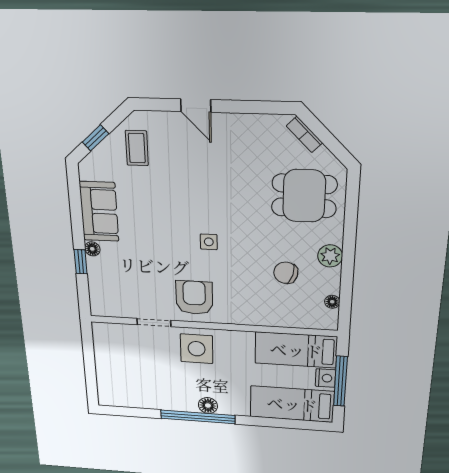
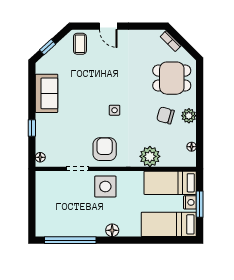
coffee table: (137, 148) -> (80, 44), moved
floor lamp: (92, 249) -> (40, 157), moved
chair: (286, 273) -> (165, 115), moved
plant: (265, 312) -> (150, 156), added
window: (340, 381) -> (200, 204), width x0.69
window: (198, 417) -> (70, 240), moved

